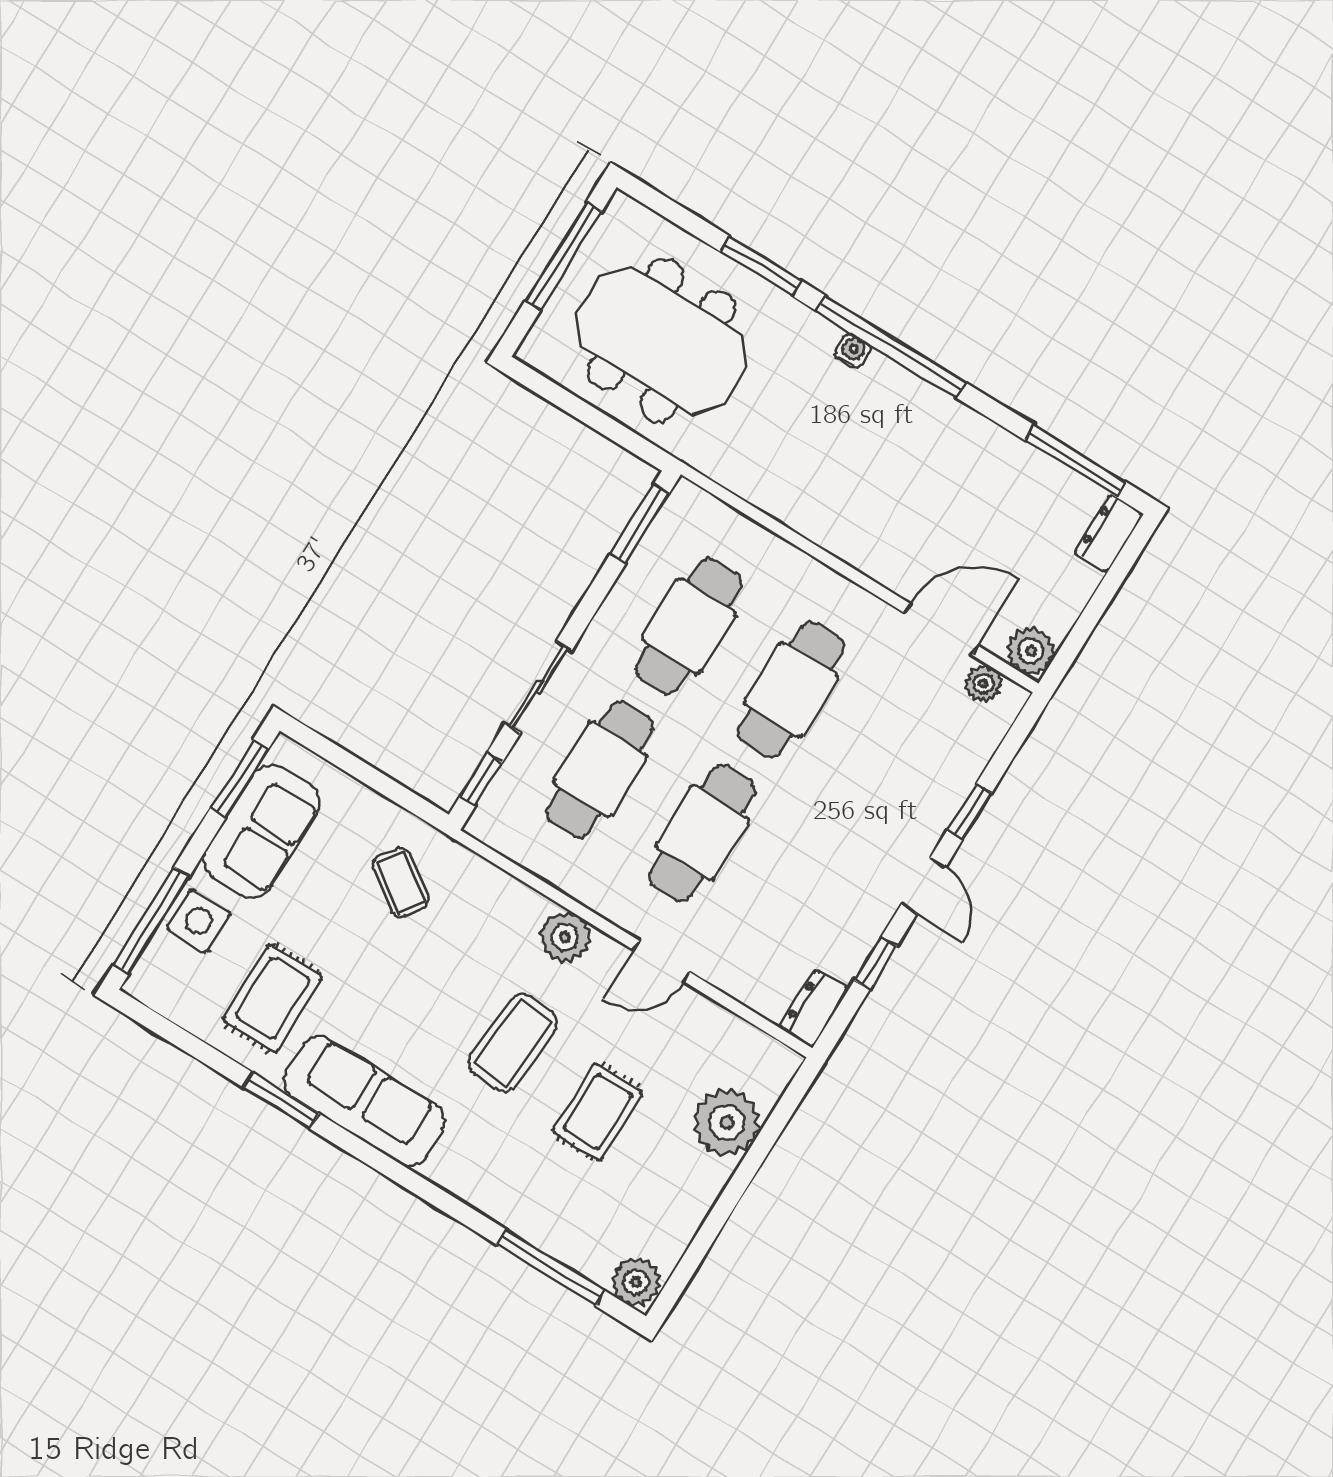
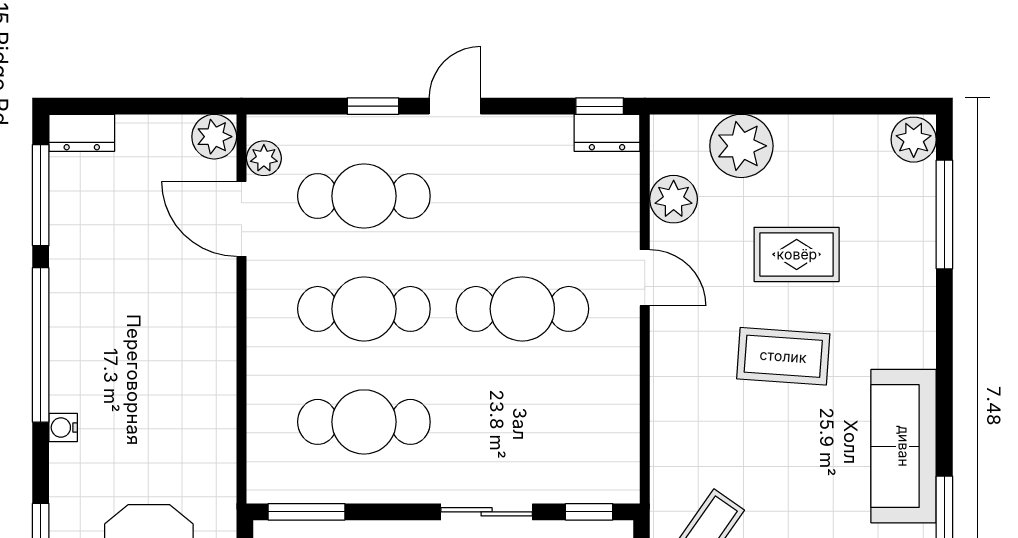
window: (891, 347) -> (41, 345), moved
cafe table: (600, 770) -> (364, 196), moved
plant: (565, 937) -> (674, 199), moved
window: (875, 963) -> (600, 106), moved

